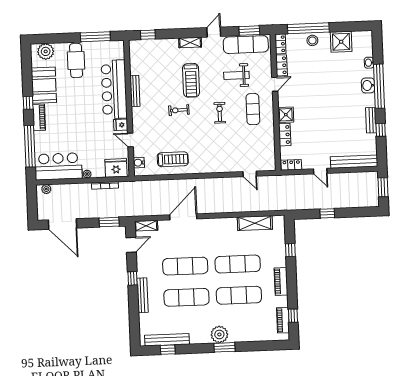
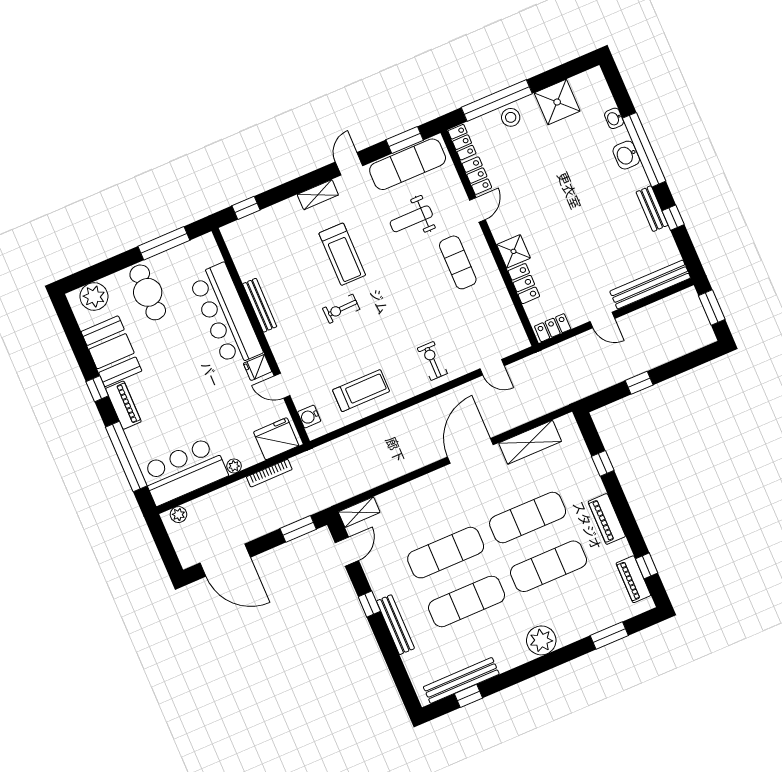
exercise bike: (220, 113) -> (432, 361), moved
door: (183, 217) -> (470, 451), moved
window: (225, 347) -> (609, 635), moved

